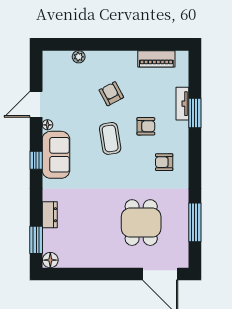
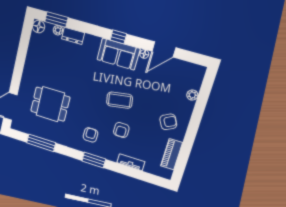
armchair: (111, 94) -> (168, 122), moved
door: (36, 104) -> (164, 49), swing flipped
window: (195, 113) -> (94, 160), moved
plant: (48, 235) -> (58, 30), added

